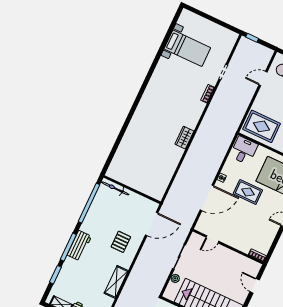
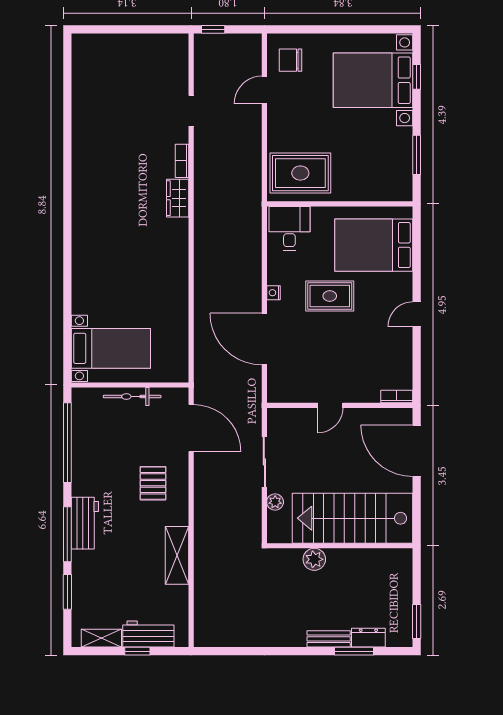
bed with nightstands: (187, 48) -> (111, 348), moved
wardrobe: (184, 138) -> (178, 198), moved
bicycle: (115, 188) -> (132, 397), moved
door: (207, 198) -> (264, 339), swing flipped
door: (152, 224) -> (191, 428), hinge flipped
door: (212, 239) -> (330, 405), moved
door: (255, 286) -> (417, 451), width x1.87

